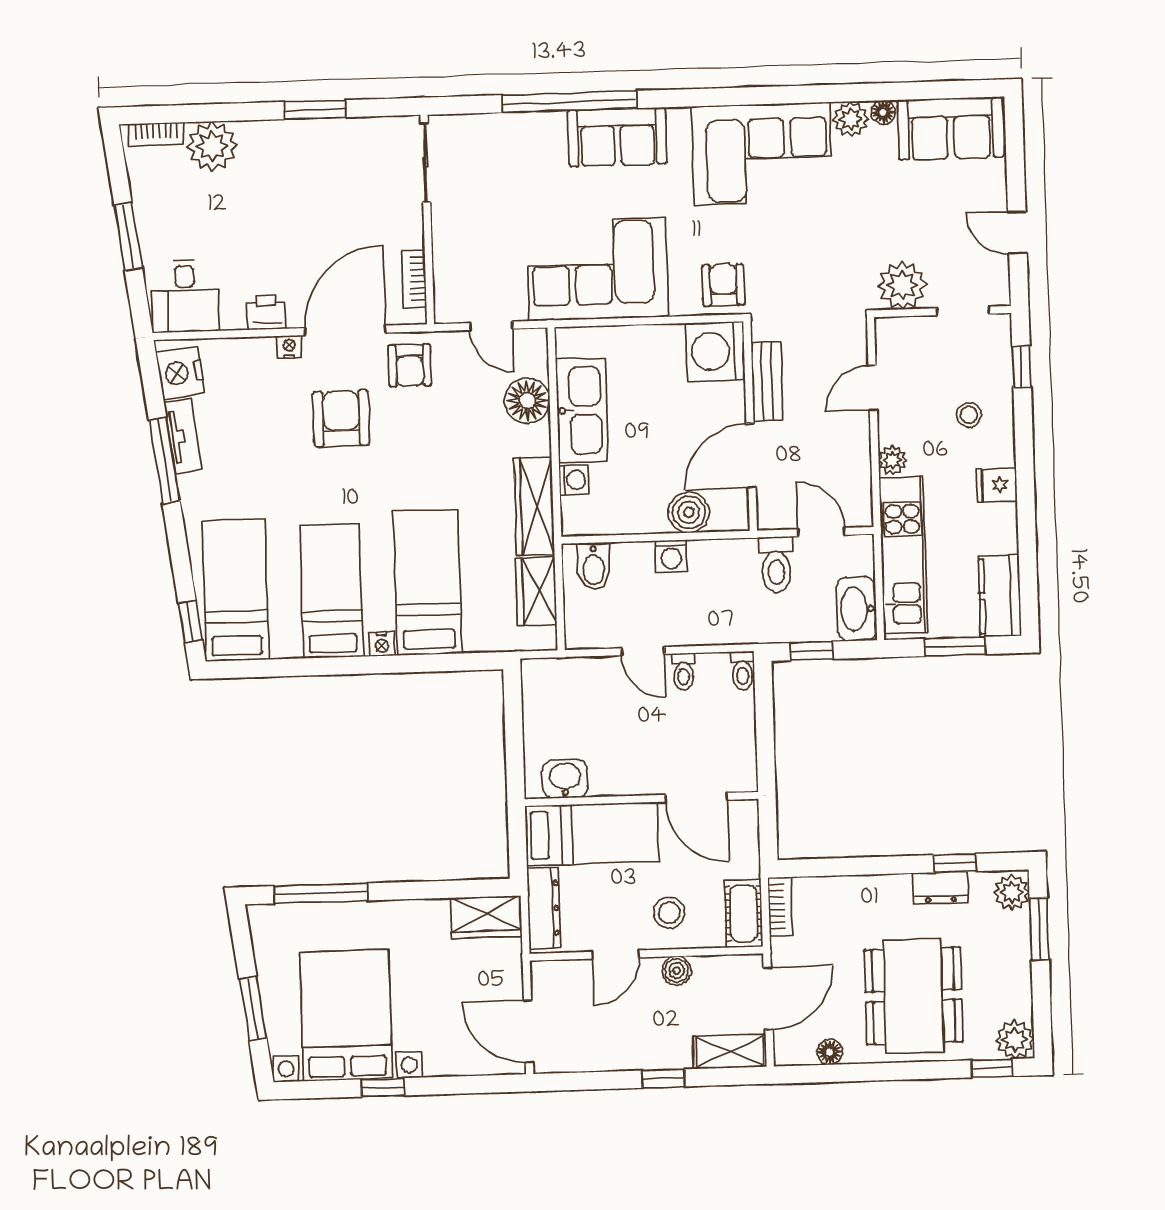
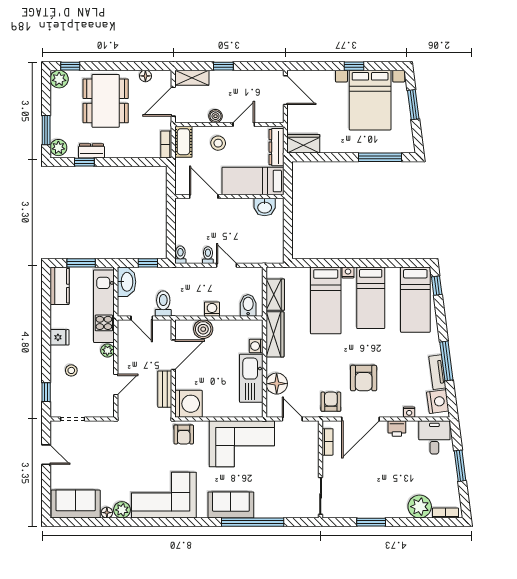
plant: (902, 285) -> (100, 432), removed
nightstand: (289, 347) -> (409, 412), moved

